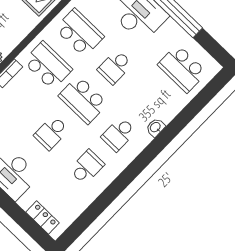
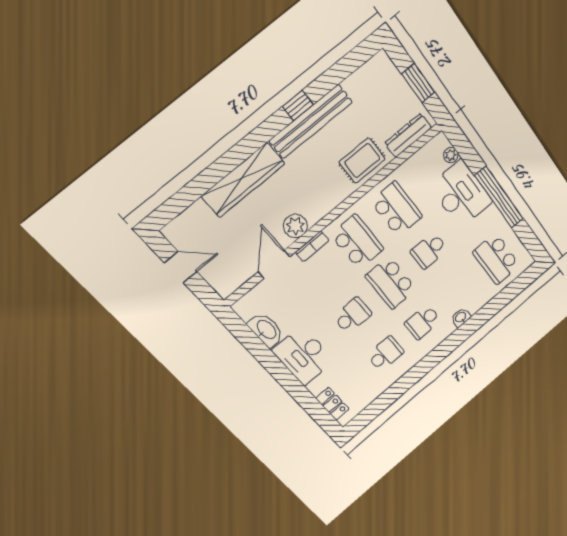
school desk: (51, 133) -> (352, 315), turned 180

